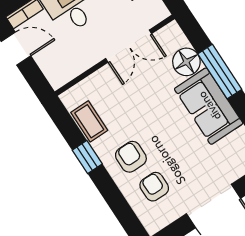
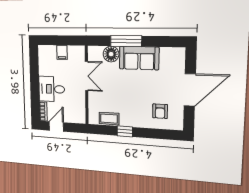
armchair: (131, 157) -> (138, 112), removed
armchair: (154, 187) -> (160, 111), turned -90

